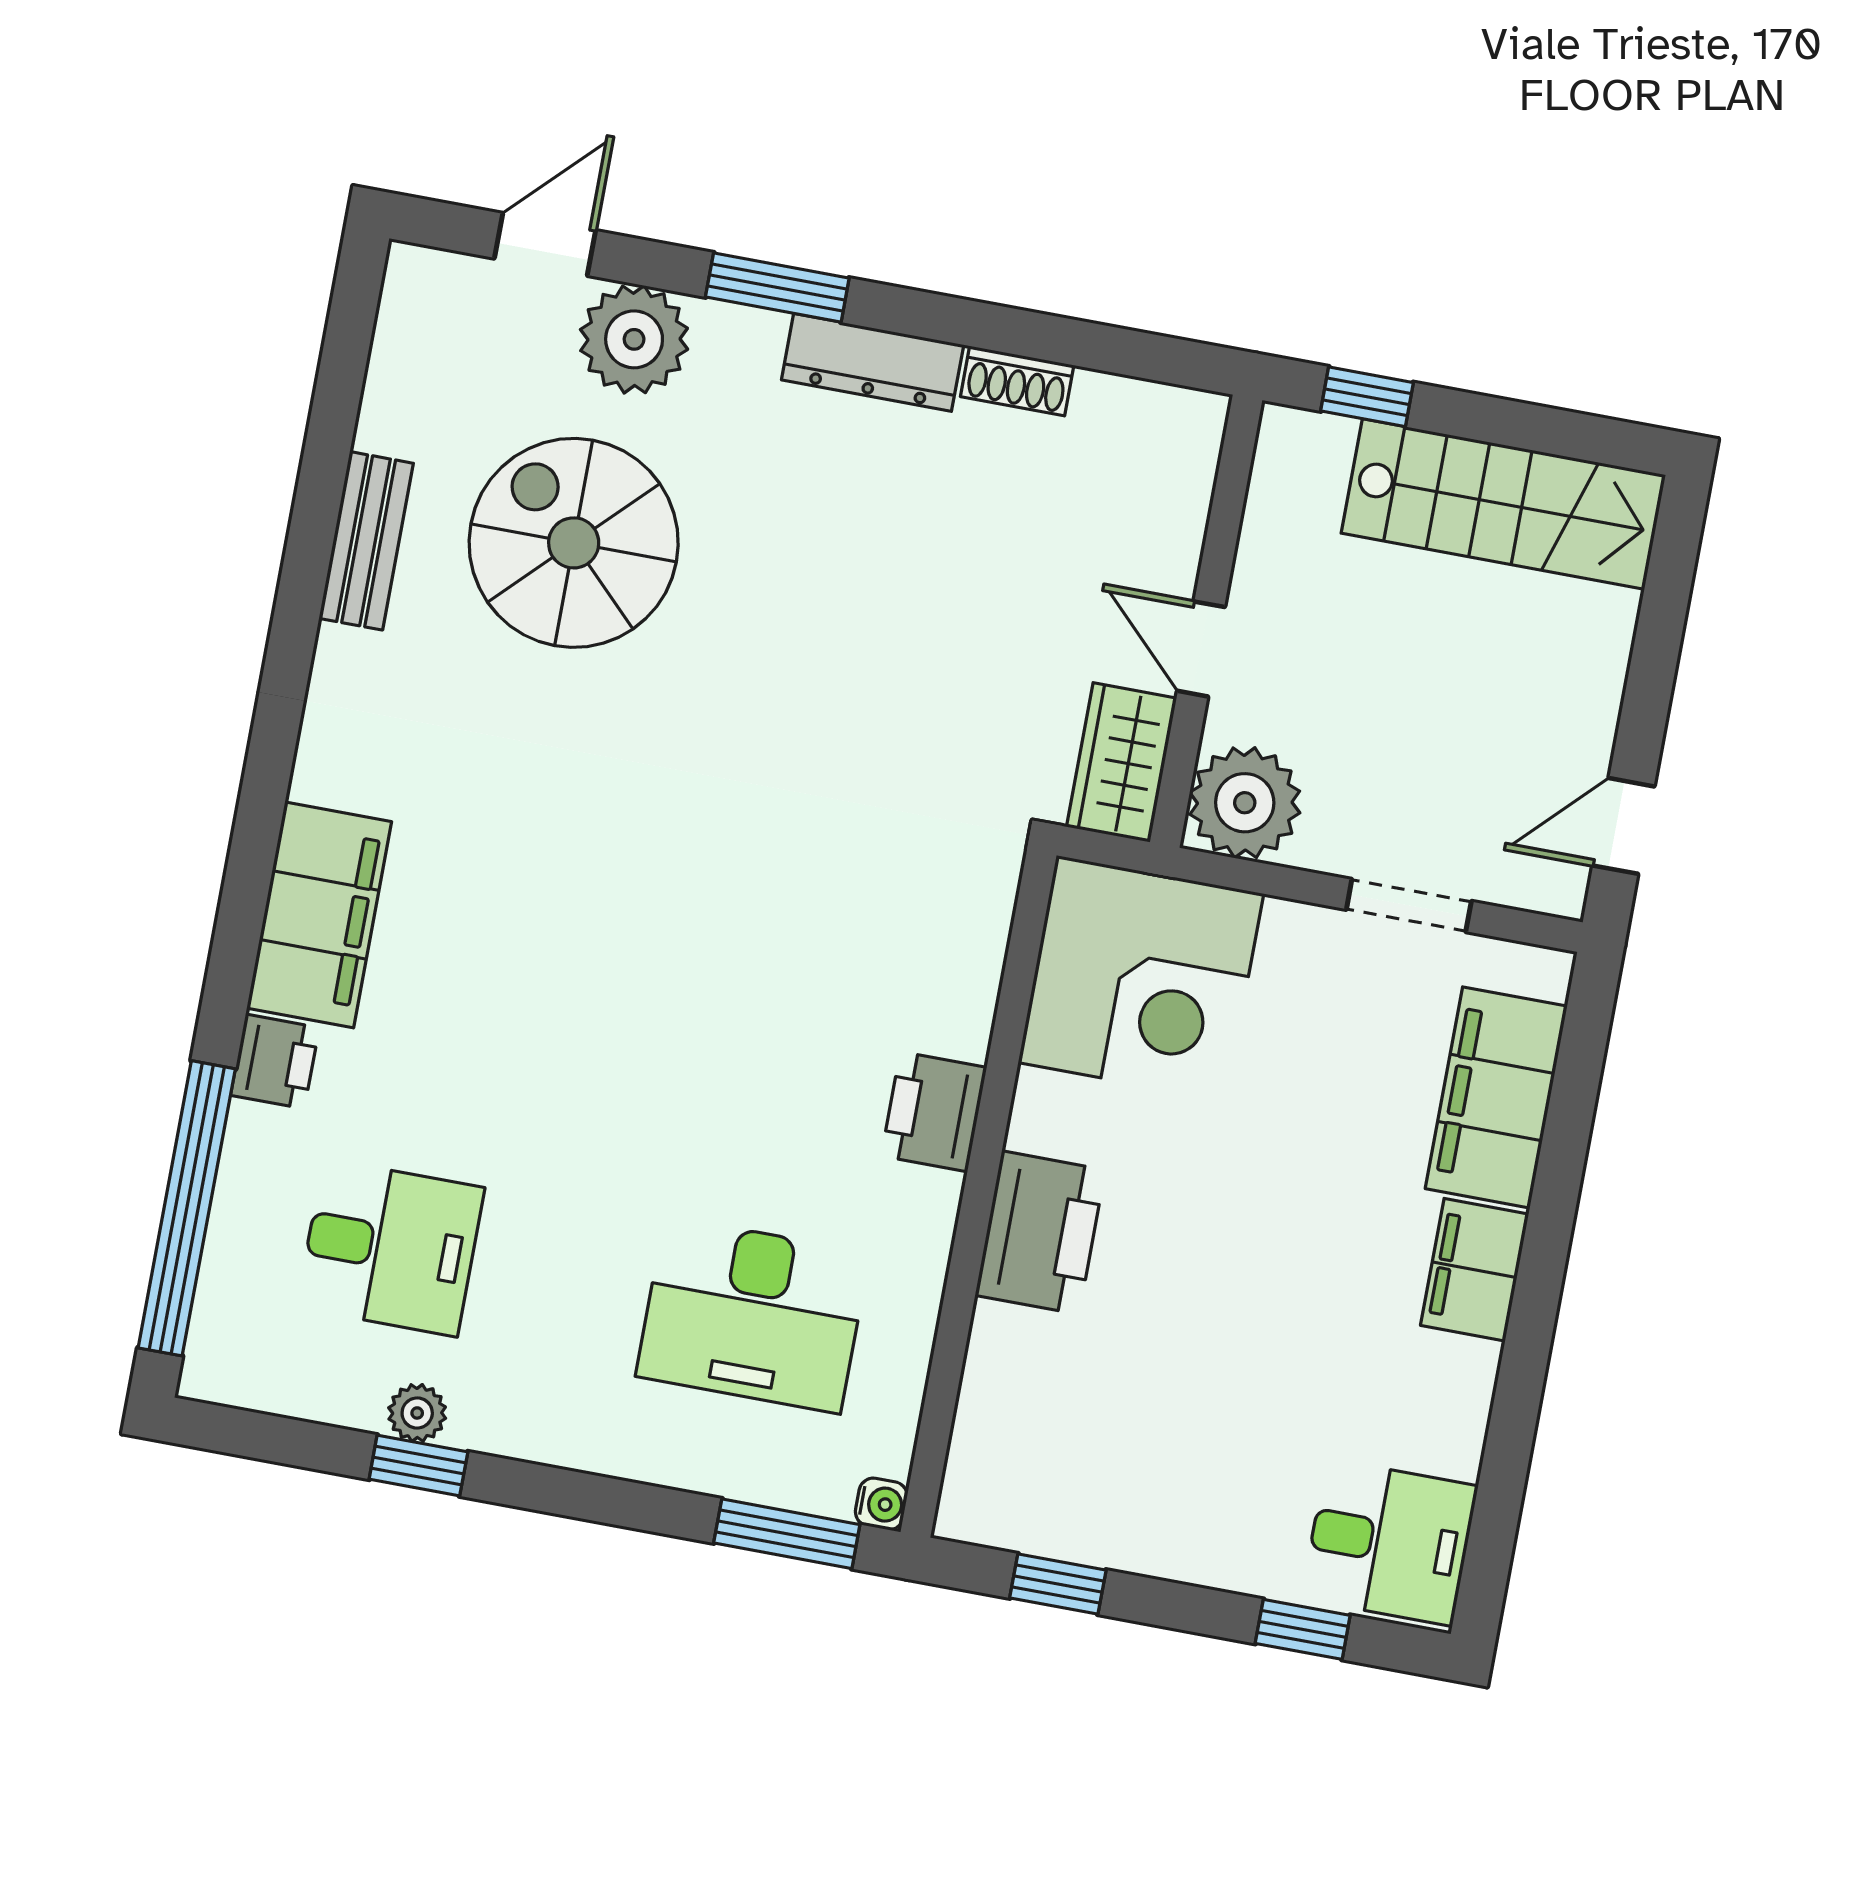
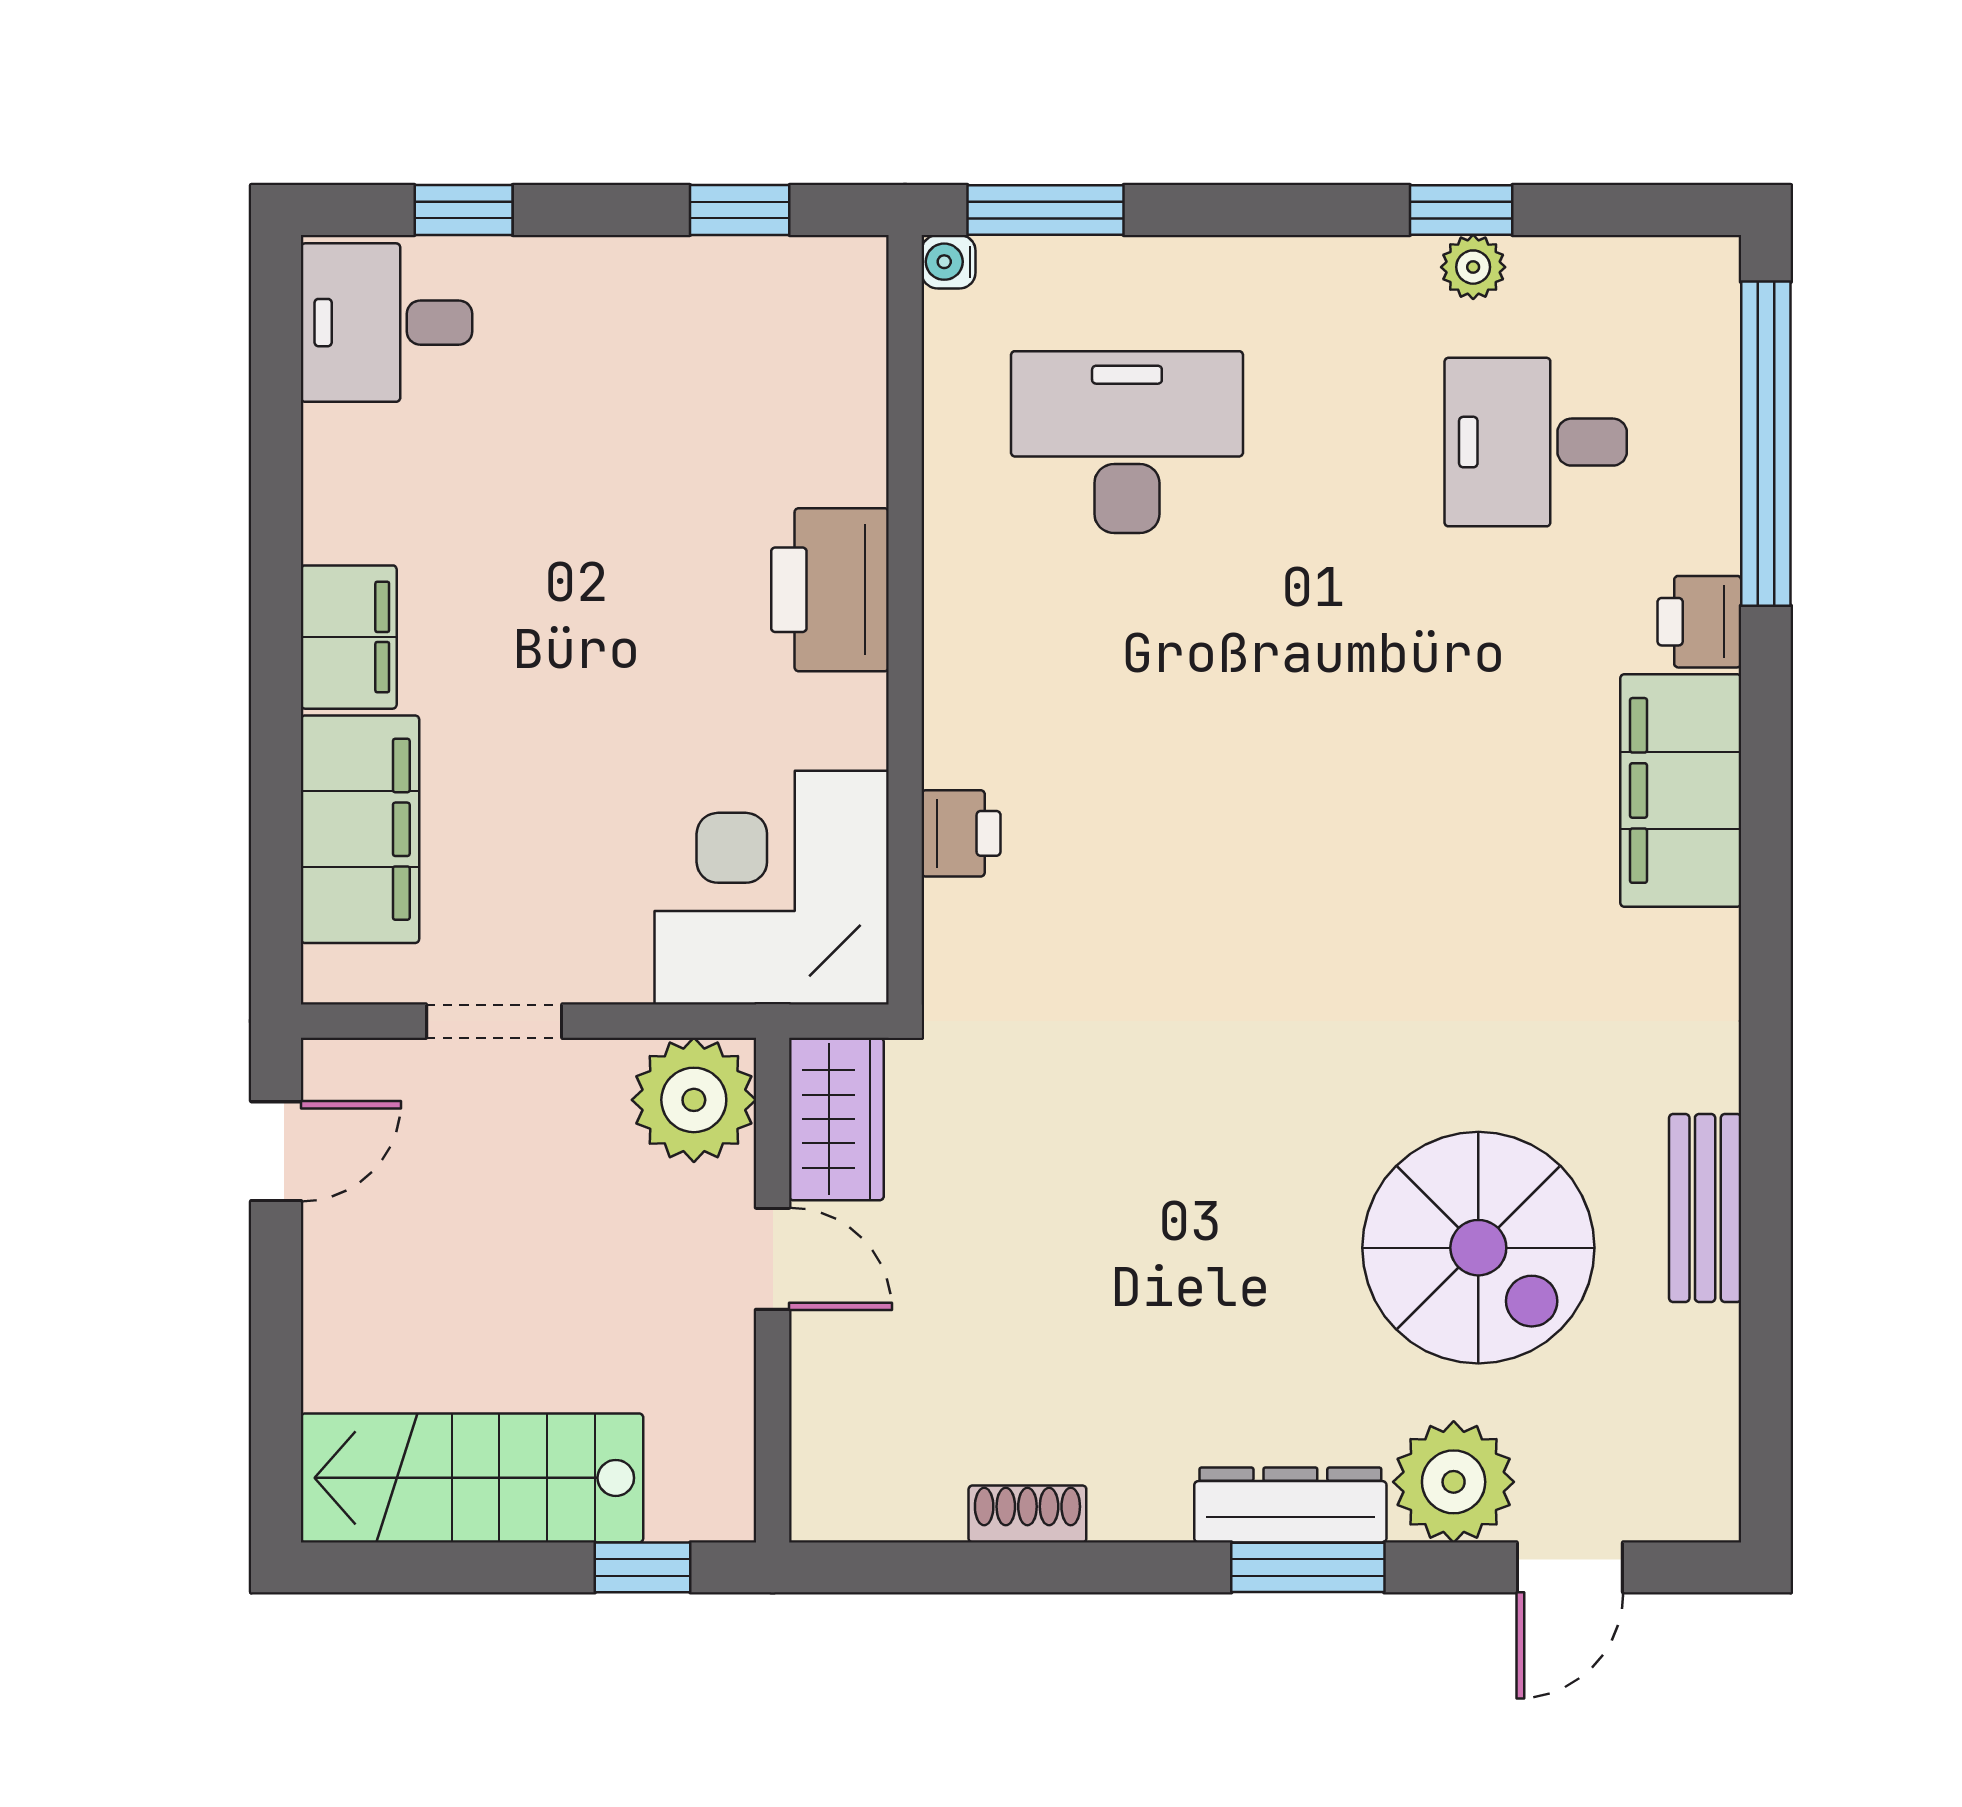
dresser: (873, 362) -> (1290, 1505), moved
printer: (934, 1112) -> (961, 833), moved, width x0.73, depth x0.81

